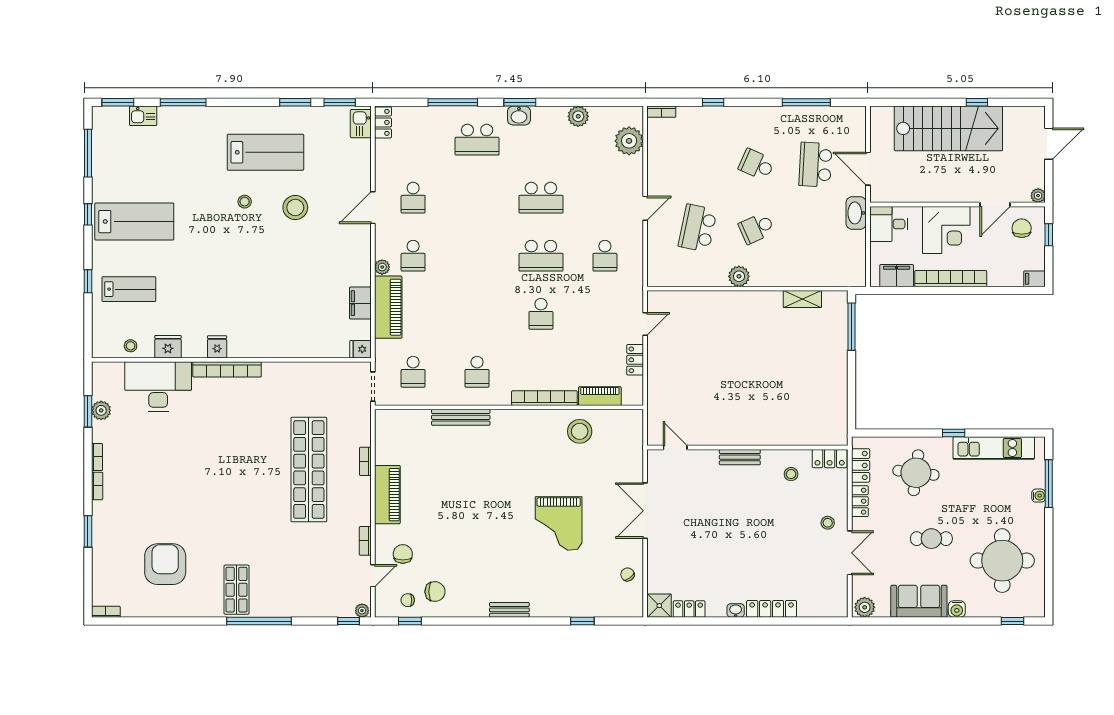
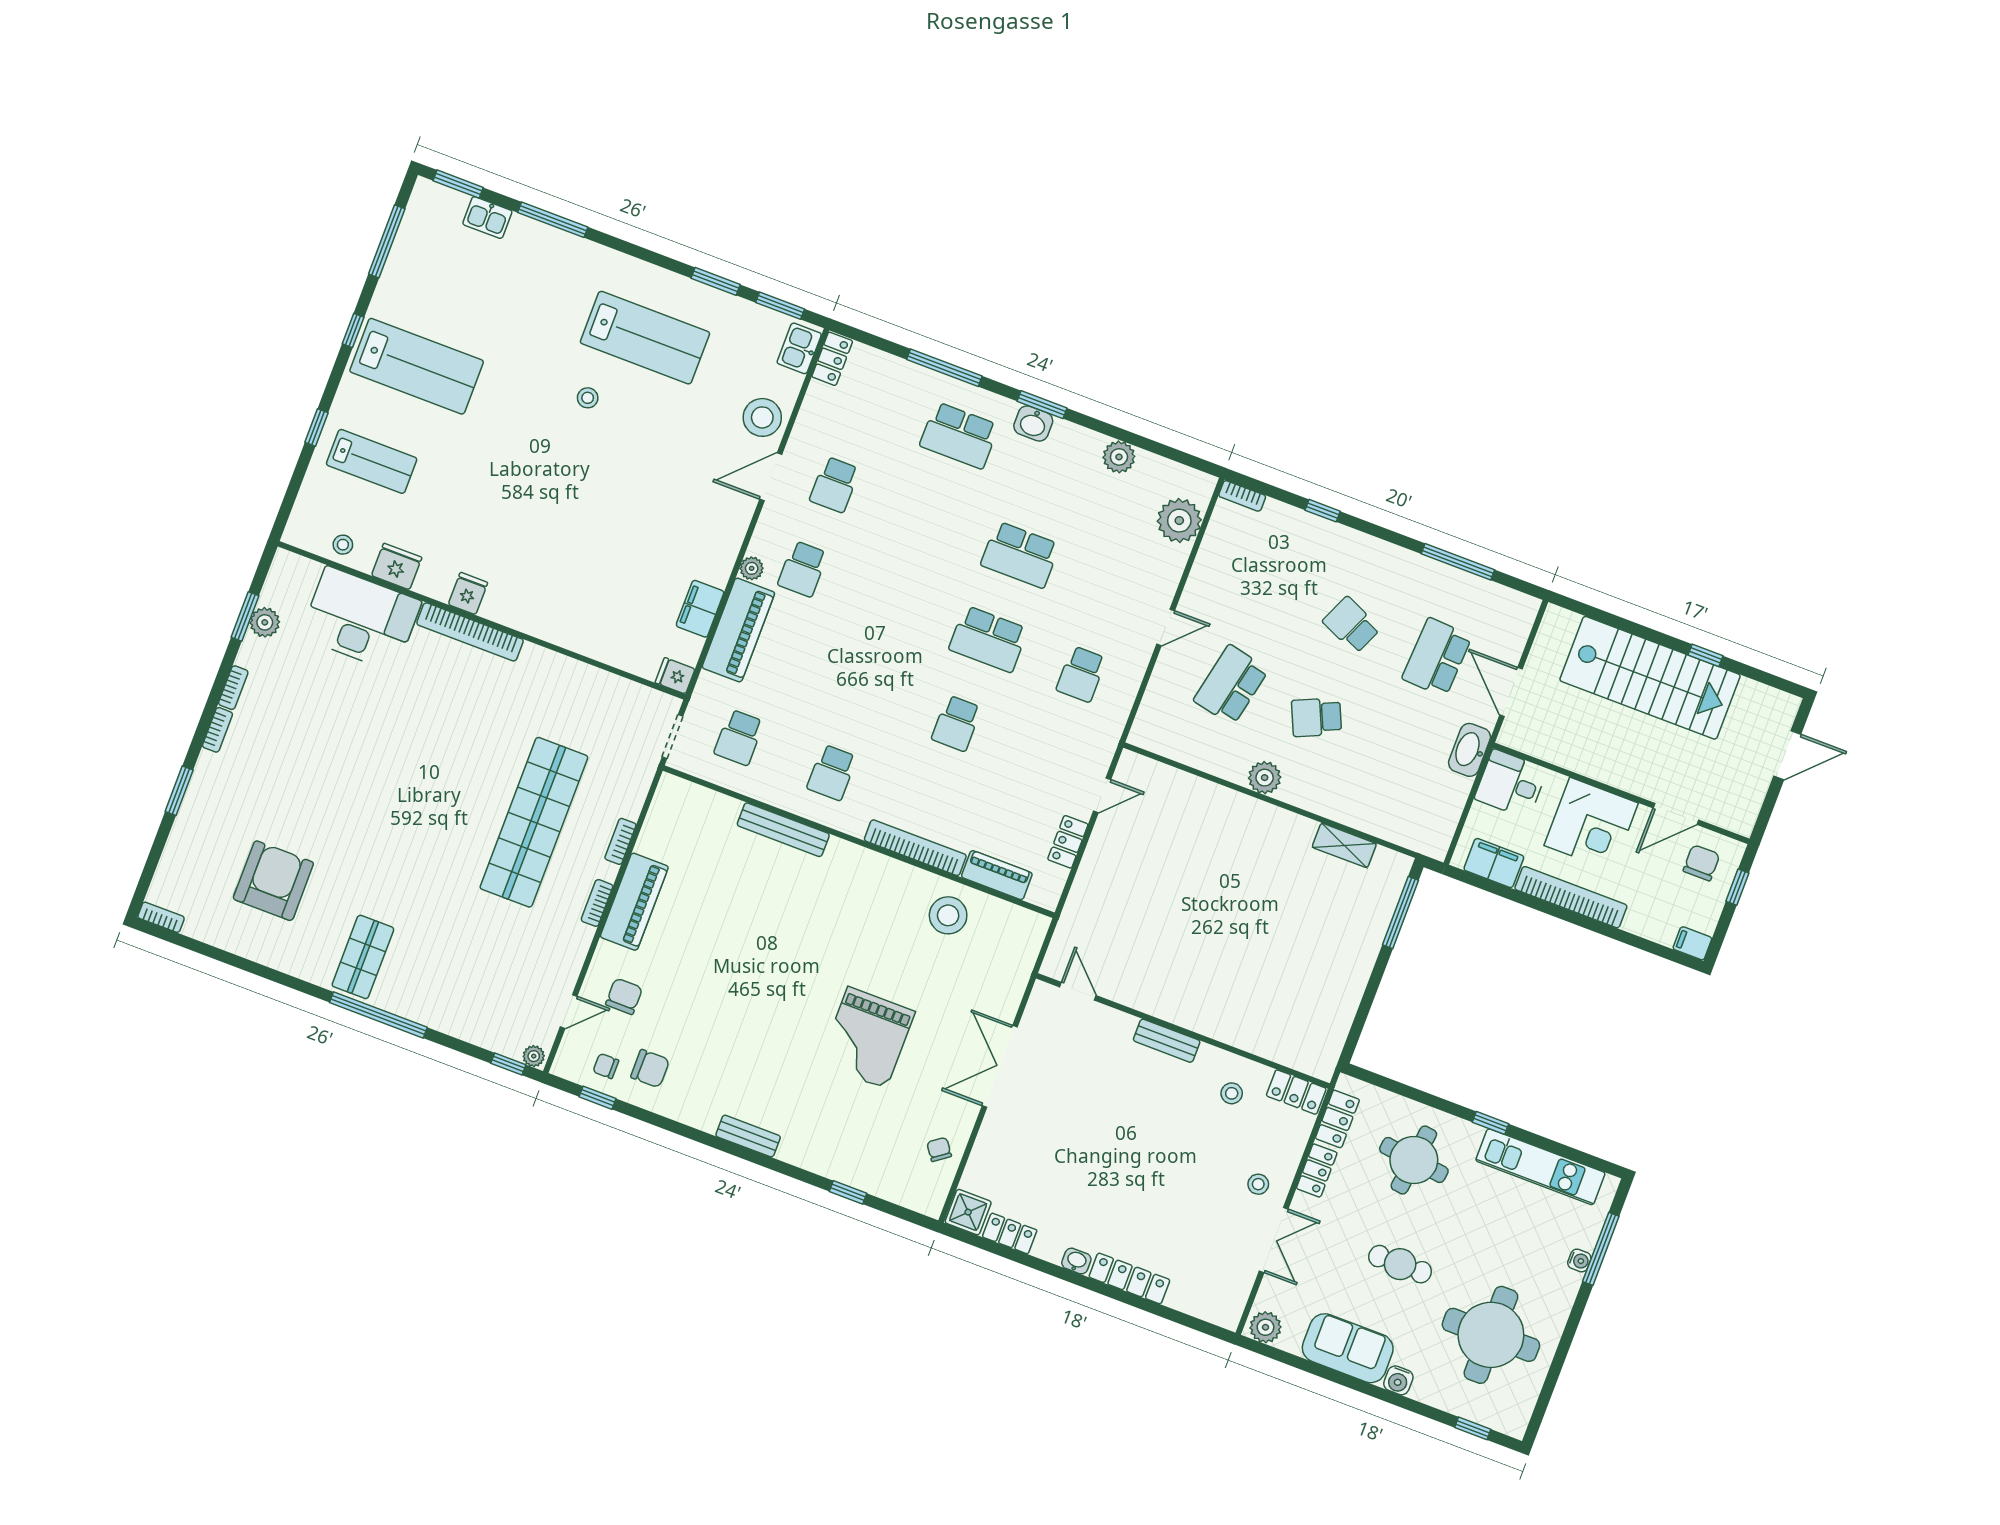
plant: (1038, 196) -> (1743, 824), removed
stool: (295, 207) -> (762, 417), moved
bookcase: (365, 541) -> (597, 903), moved

